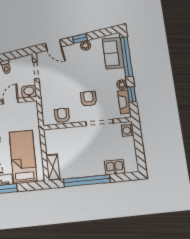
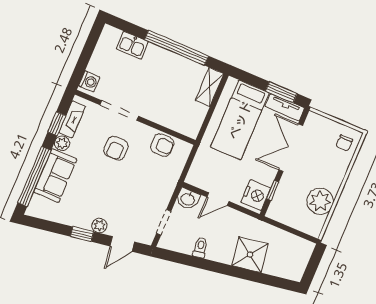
door: (53, 45) -> (122, 244), swing flipped
plant: (85, 45) -> (99, 226), moved
sofa: (113, 53) -> (55, 176), moved
armchair: (62, 115) -> (162, 145), turned -90

